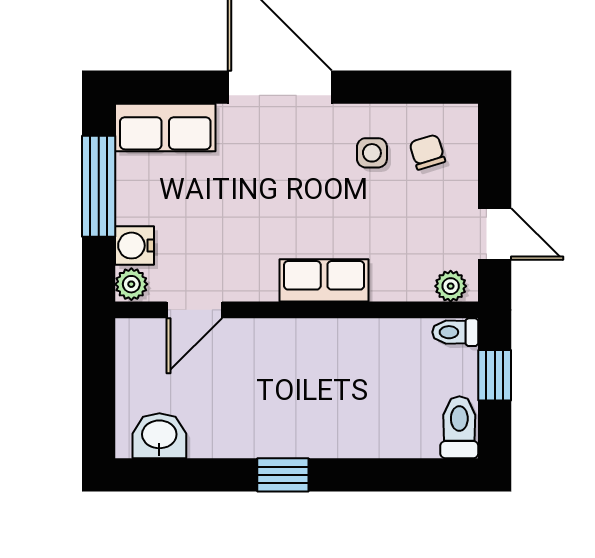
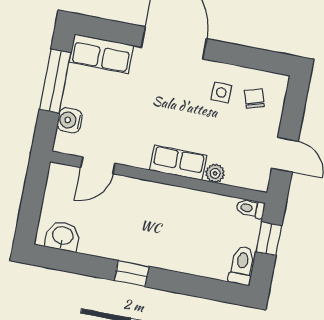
plant: (131, 284) -> (63, 143), removed
plant: (451, 286) -> (215, 173), moved

